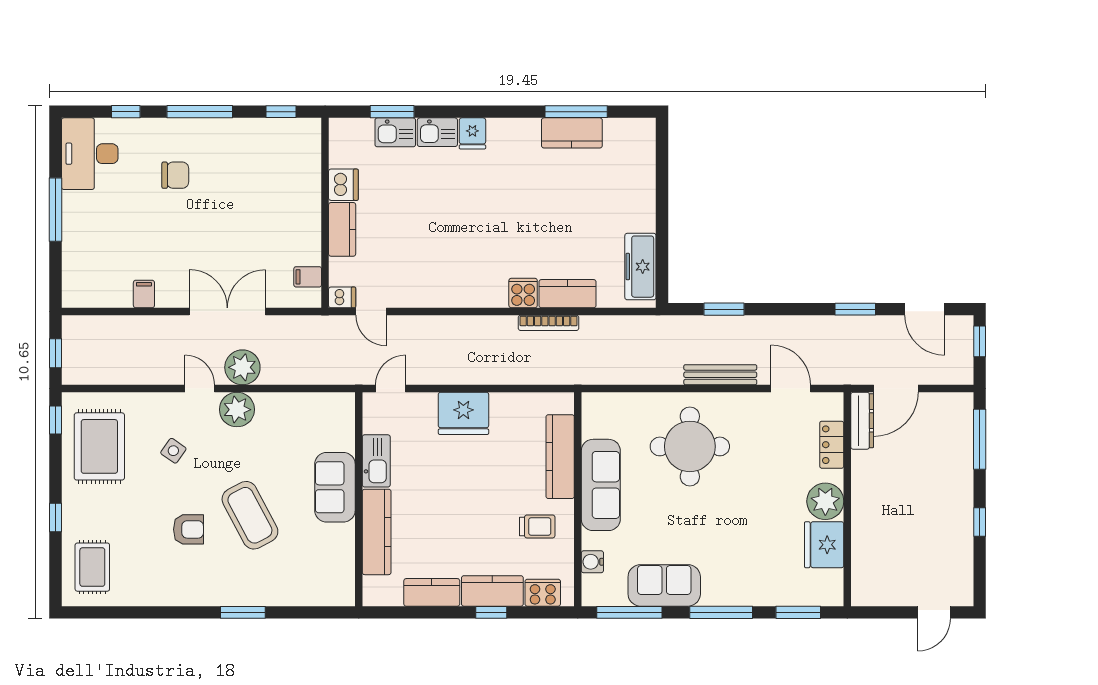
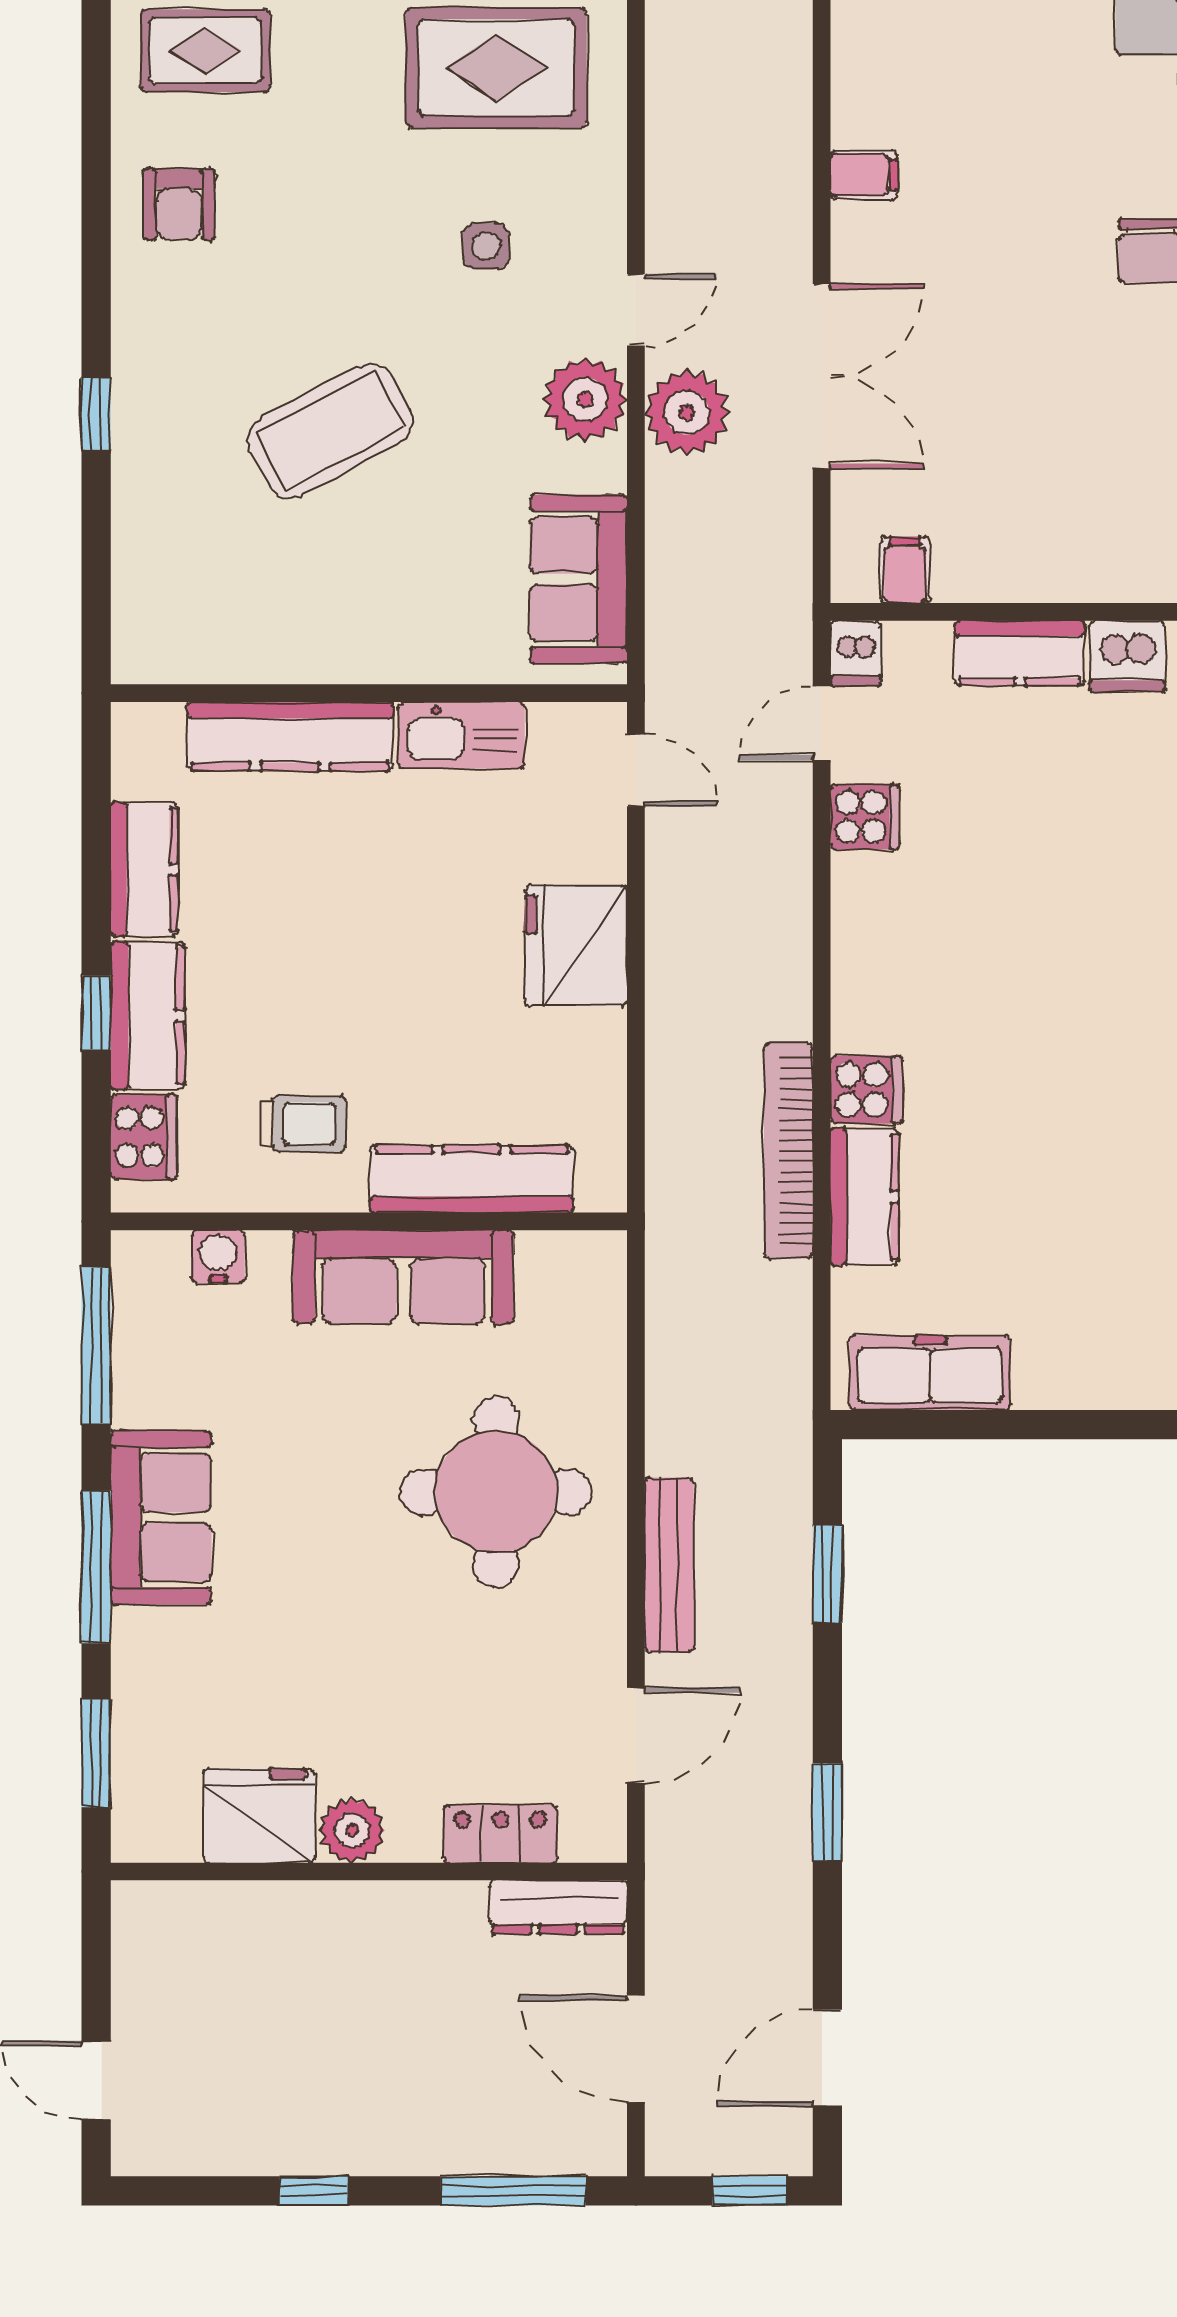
cooker: (410, 294) -> (865, 817), added
window: (855, 309) -> (827, 1812), moved
bookcase: (549, 323) -> (788, 1151), width x1.48, depth x1.31
door: (896, 389) -> (636, 2049), moved
side table: (173, 451) -> (486, 246), turned -35
sofa: (335, 487) -> (578, 579), moved, turned -90
plant: (825, 501) -> (352, 1830), width x0.73, depth x0.73
trolley: (537, 526) -> (303, 1124), turned -90
armchair: (188, 529) -> (179, 204), moved
sofa: (664, 585) -> (161, 1518), moved
window: (243, 612) -> (96, 414), width x0.67

